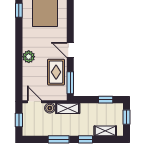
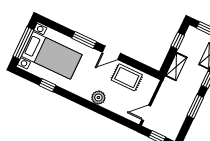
window: (70, 83) -> (84, 40), moved
boiler: (50, 108) -> (160, 101), removed
shelving: (68, 108) -> (176, 67), moved

